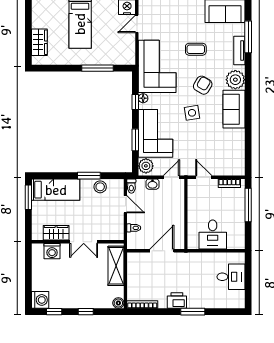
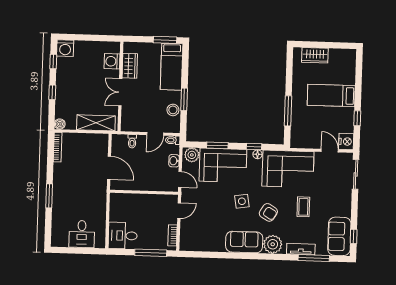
desk: (213, 234) -> (123, 236), moved
printer: (177, 301) -> (60, 181), removed

